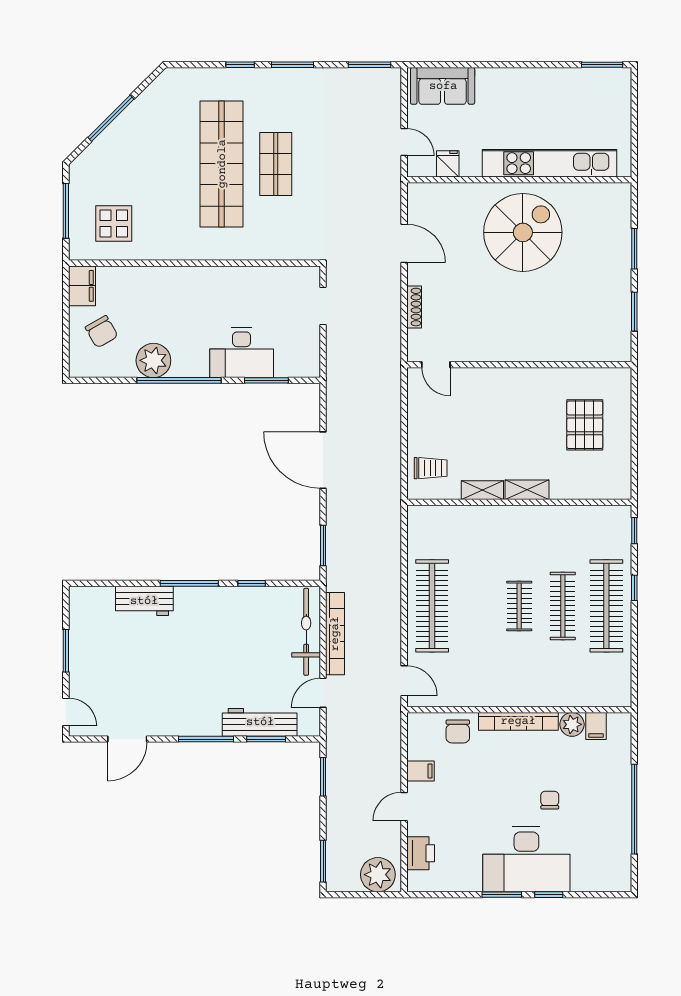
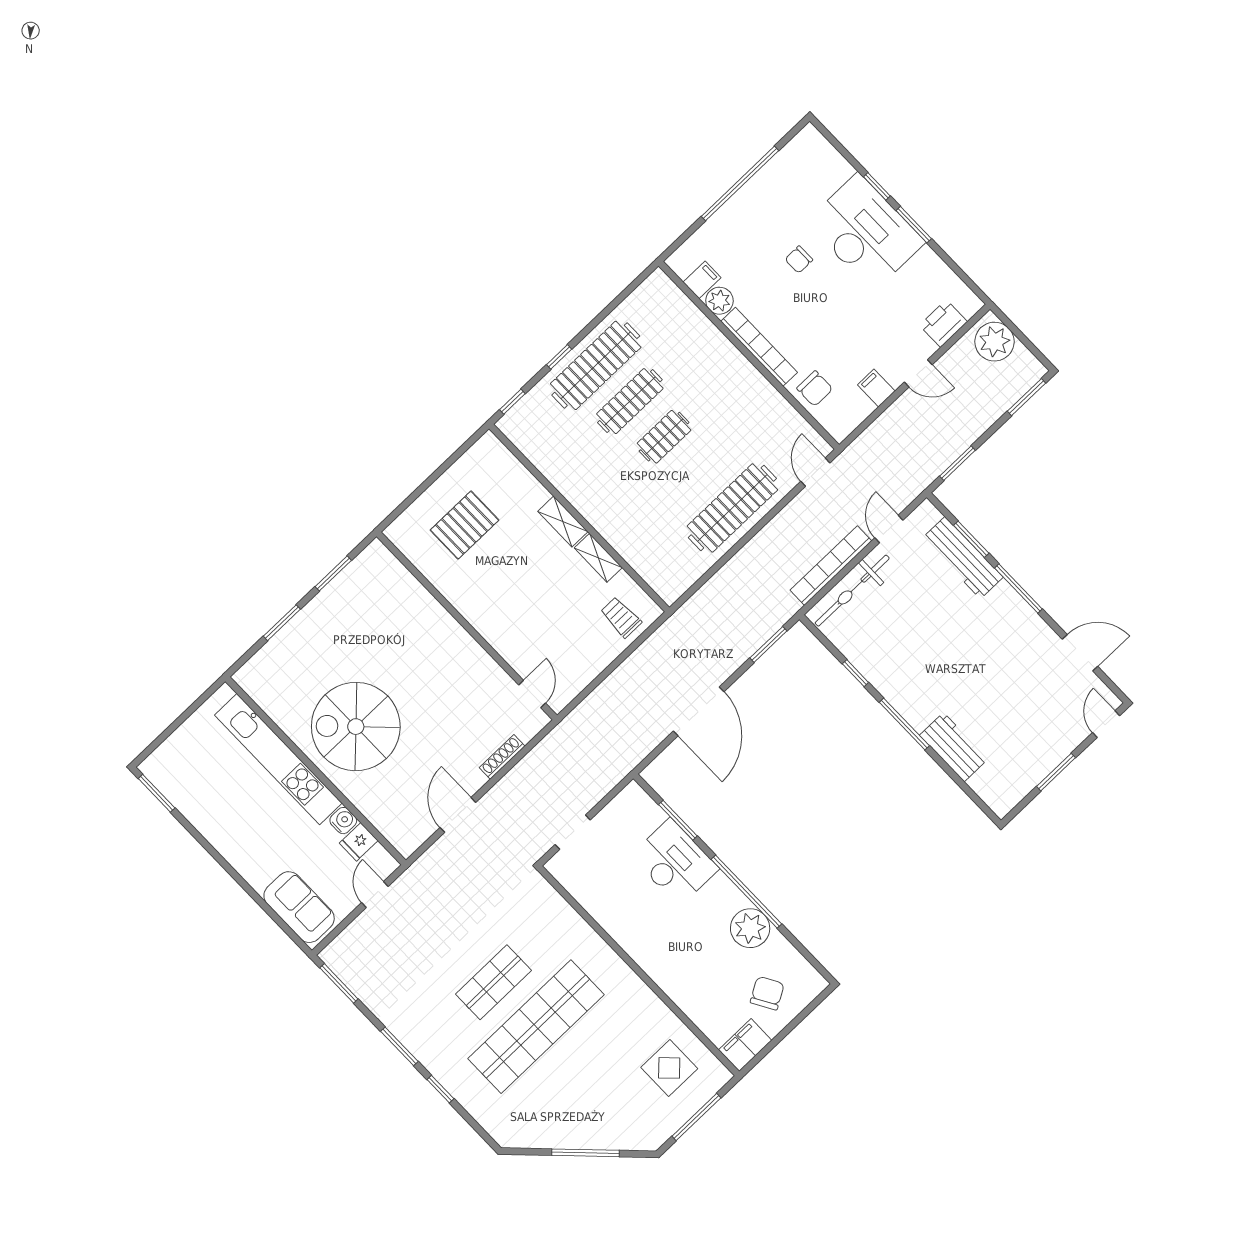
water cooler: (471, 167) -> (343, 821), added
door: (323, 693) -> (889, 529), swing flipped
chair: (458, 731) -> (815, 389), turned 90

